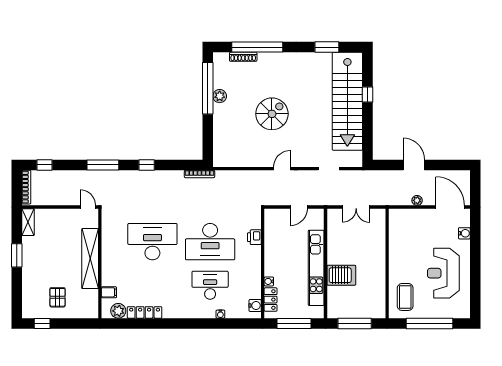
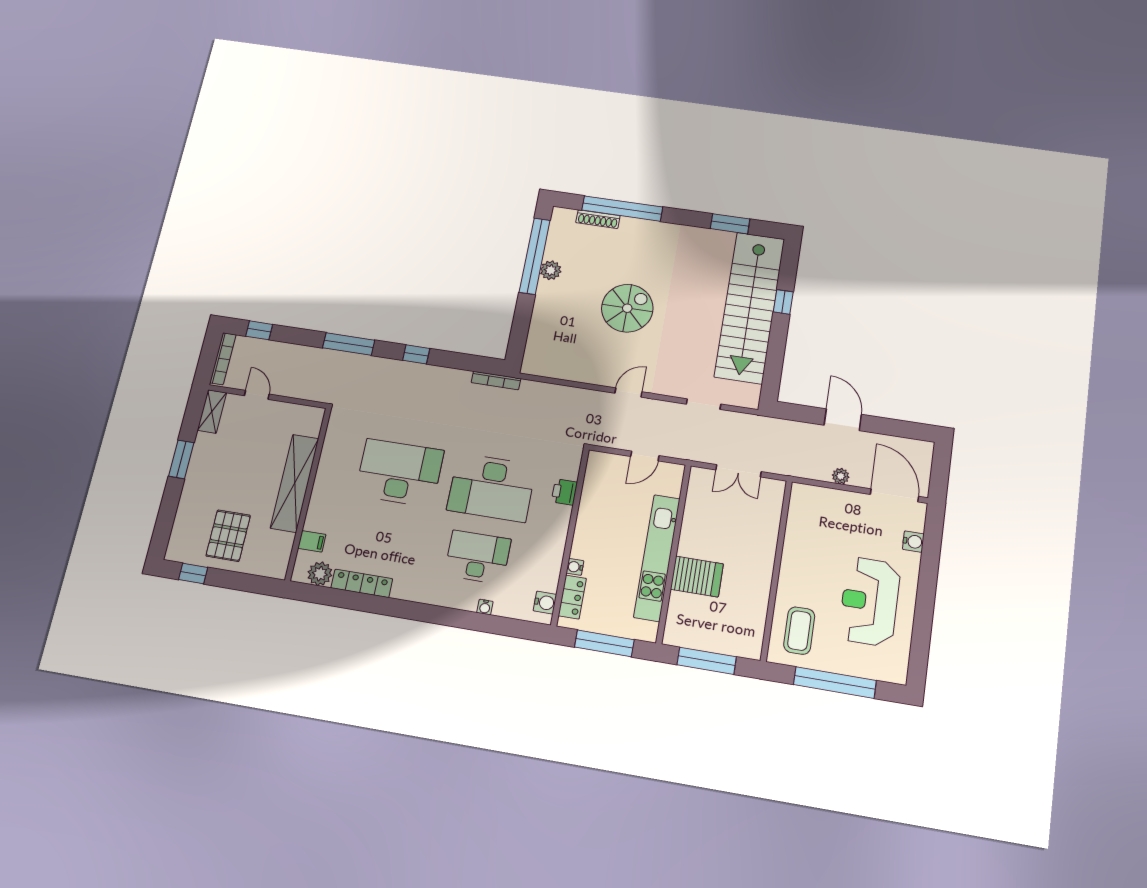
door: (88, 207) -> (257, 395), moved
pallet: (58, 297) -> (228, 536), width x1.50, depth x1.42

